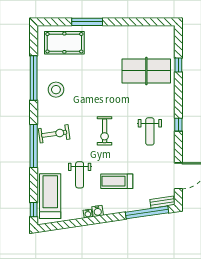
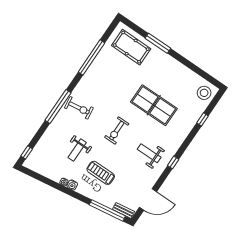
table tennis table: (146, 71) -> (154, 105), moved
stool: (56, 90) -> (204, 93), moved
weight bench: (150, 131) -> (149, 153), turned 90
treadmill: (50, 196) -> (45, 151), removed

